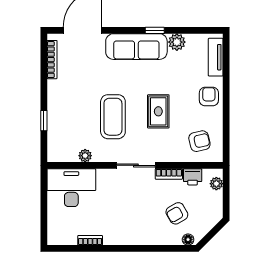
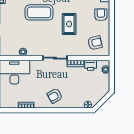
coffee table: (113, 117) -> (39, 12), moved, turned 90
armchair: (177, 213) -> (55, 96), moved

